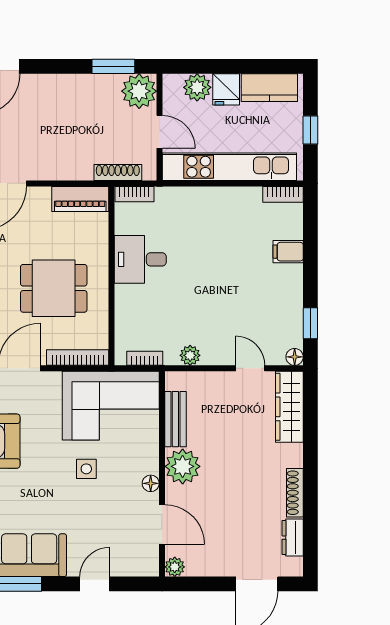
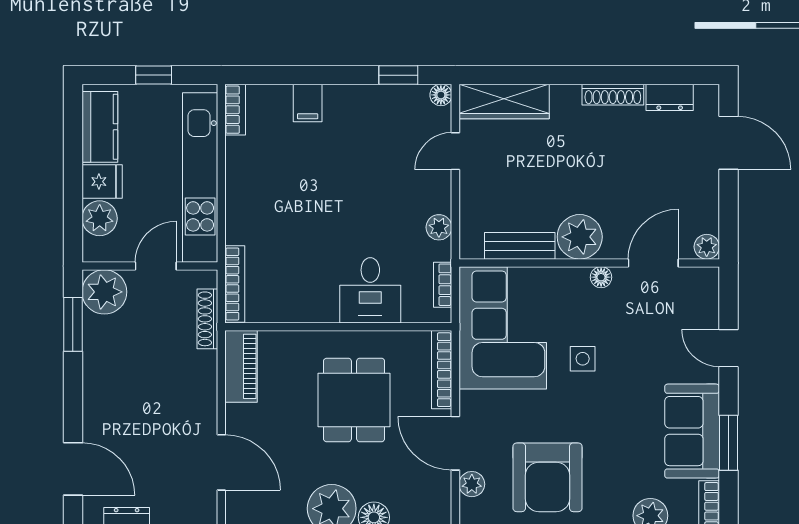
bookcase: (134, 194) -> (235, 284), width x1.56
desk: (140, 259) -> (370, 290), moved

